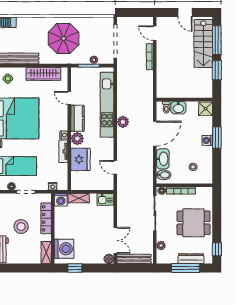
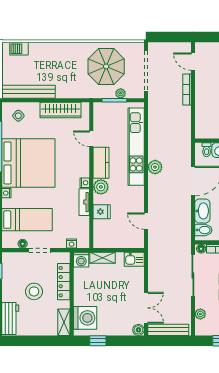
parasol: (64, 38) -> (106, 66), moved
fridge: (80, 159) -> (102, 212), width x0.53, depth x0.75

